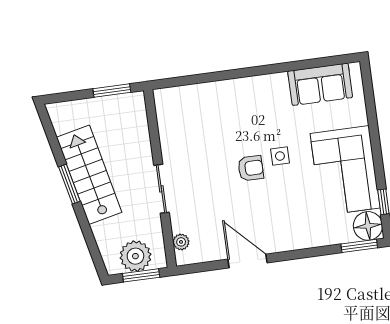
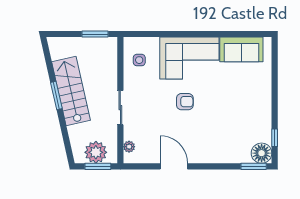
side table: (280, 156) -> (139, 60), moved
corner sofa: (345, 171) -> (189, 58), moved, turned -90

